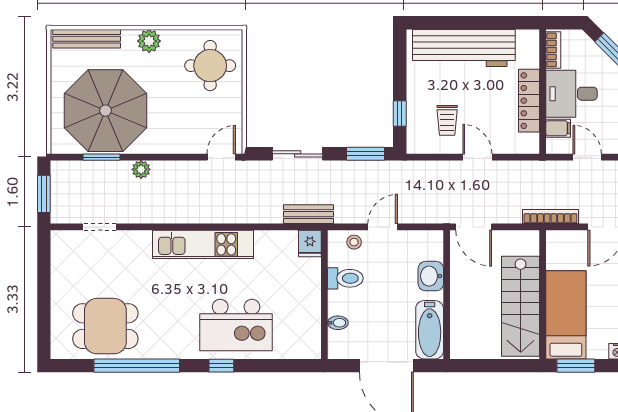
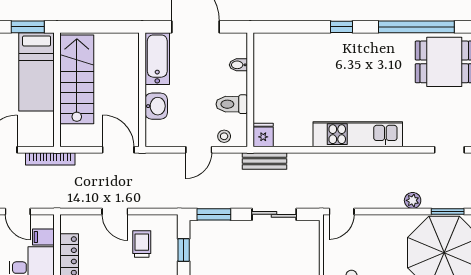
kitchen island: (236, 325) -> (329, 63), removed

